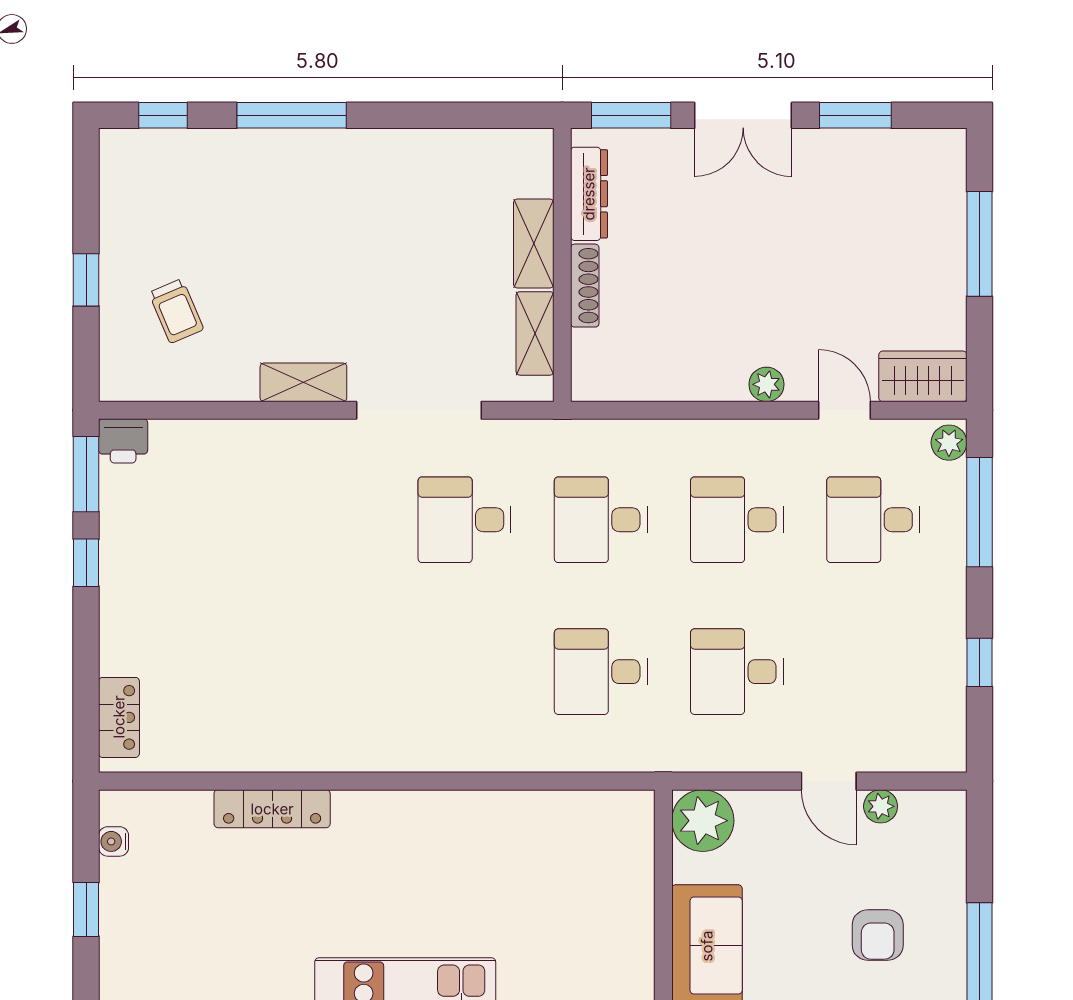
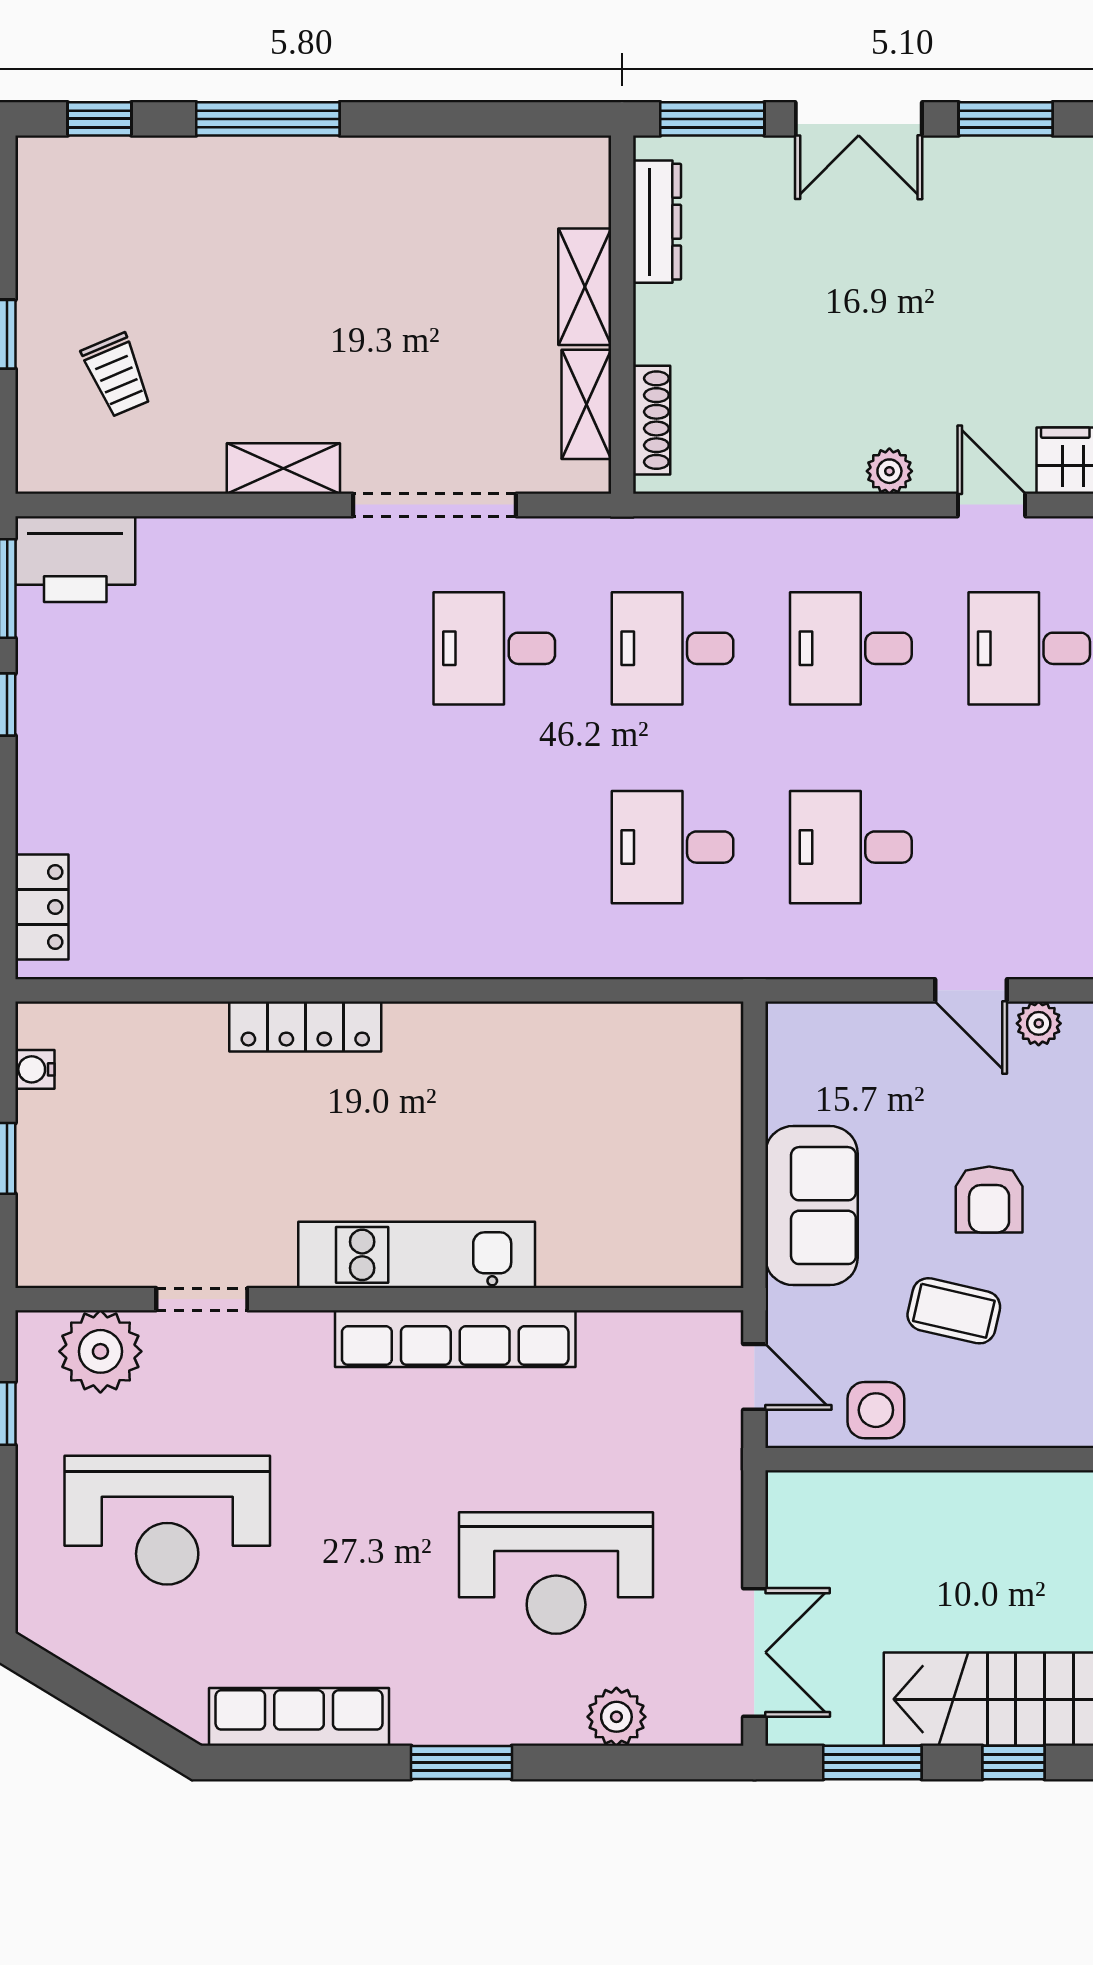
shoe rack: (585, 286) -> (652, 420), moved
printer: (123, 441) -> (75, 559), width x1.87, depth x1.48
locker: (272, 809) -> (305, 1026), moved
plant: (703, 821) -> (806, 1042), removed
armchair: (878, 935) -> (989, 1199), moved

